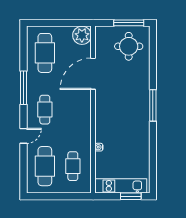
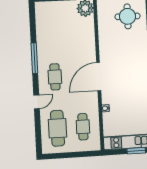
cafe table: (45, 53) -> (52, 26), removed
door: (93, 74) -> (99, 77), moved

